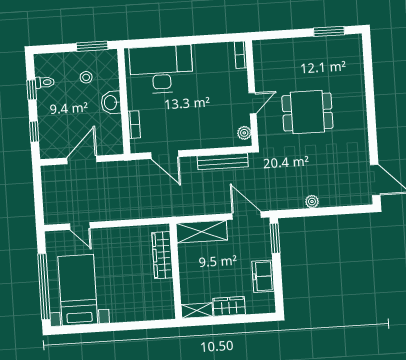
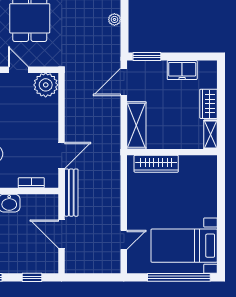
plant: (244, 133) -> (46, 85), width x1.87, depth x1.87
bench: (223, 161) -> (71, 193), moved

